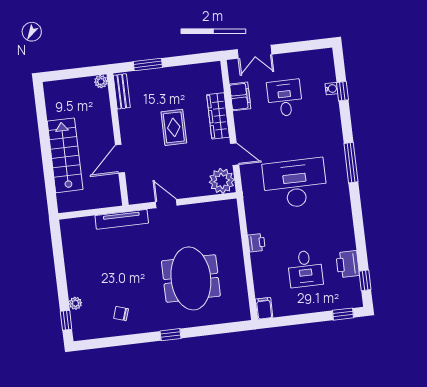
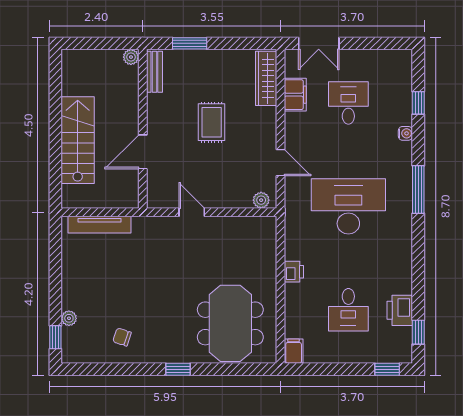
water cooler: (331, 89) -> (405, 133), moved
wardrobe: (218, 116) -> (266, 78), moved
plant: (222, 181) -> (261, 200), width x0.53, depth x0.53
tv unit: (122, 219) -> (100, 225), moved
meeting table: (191, 278) -> (230, 323), moved

